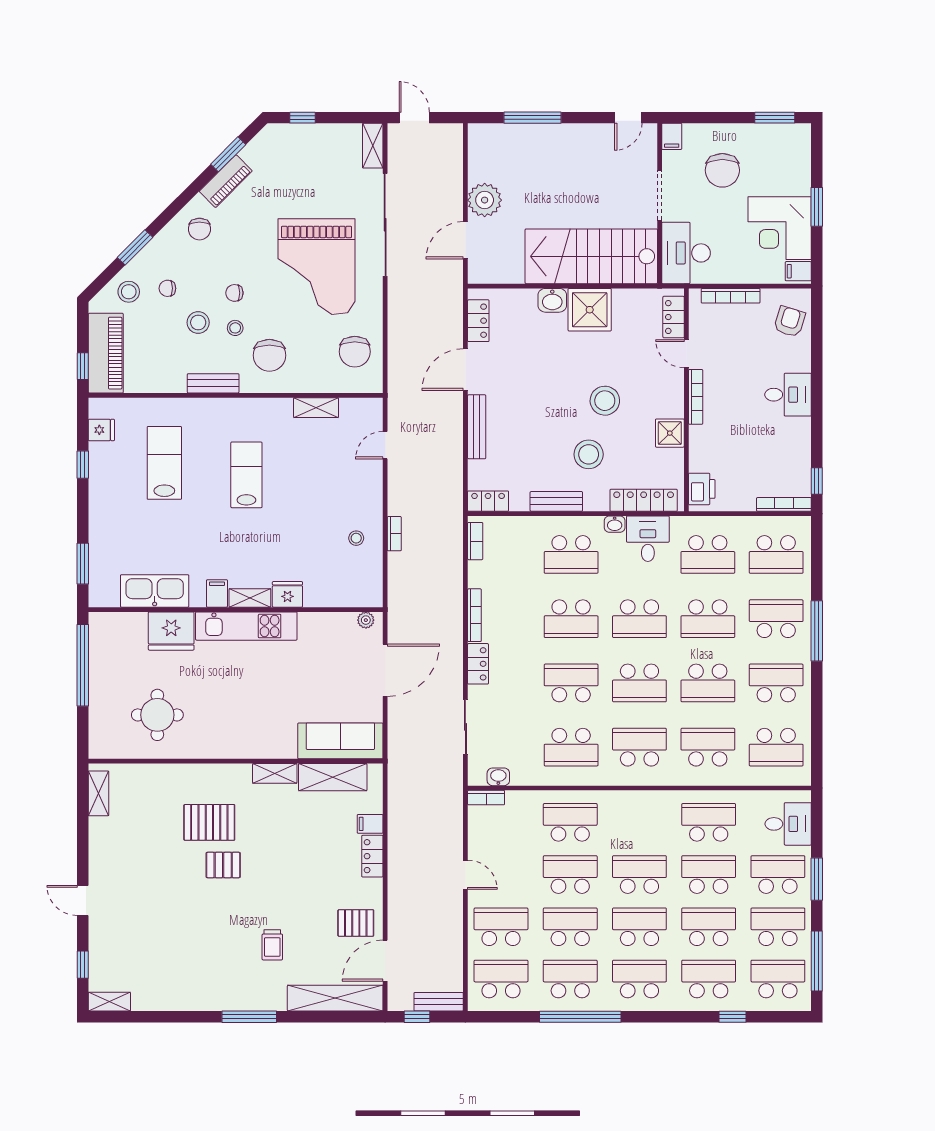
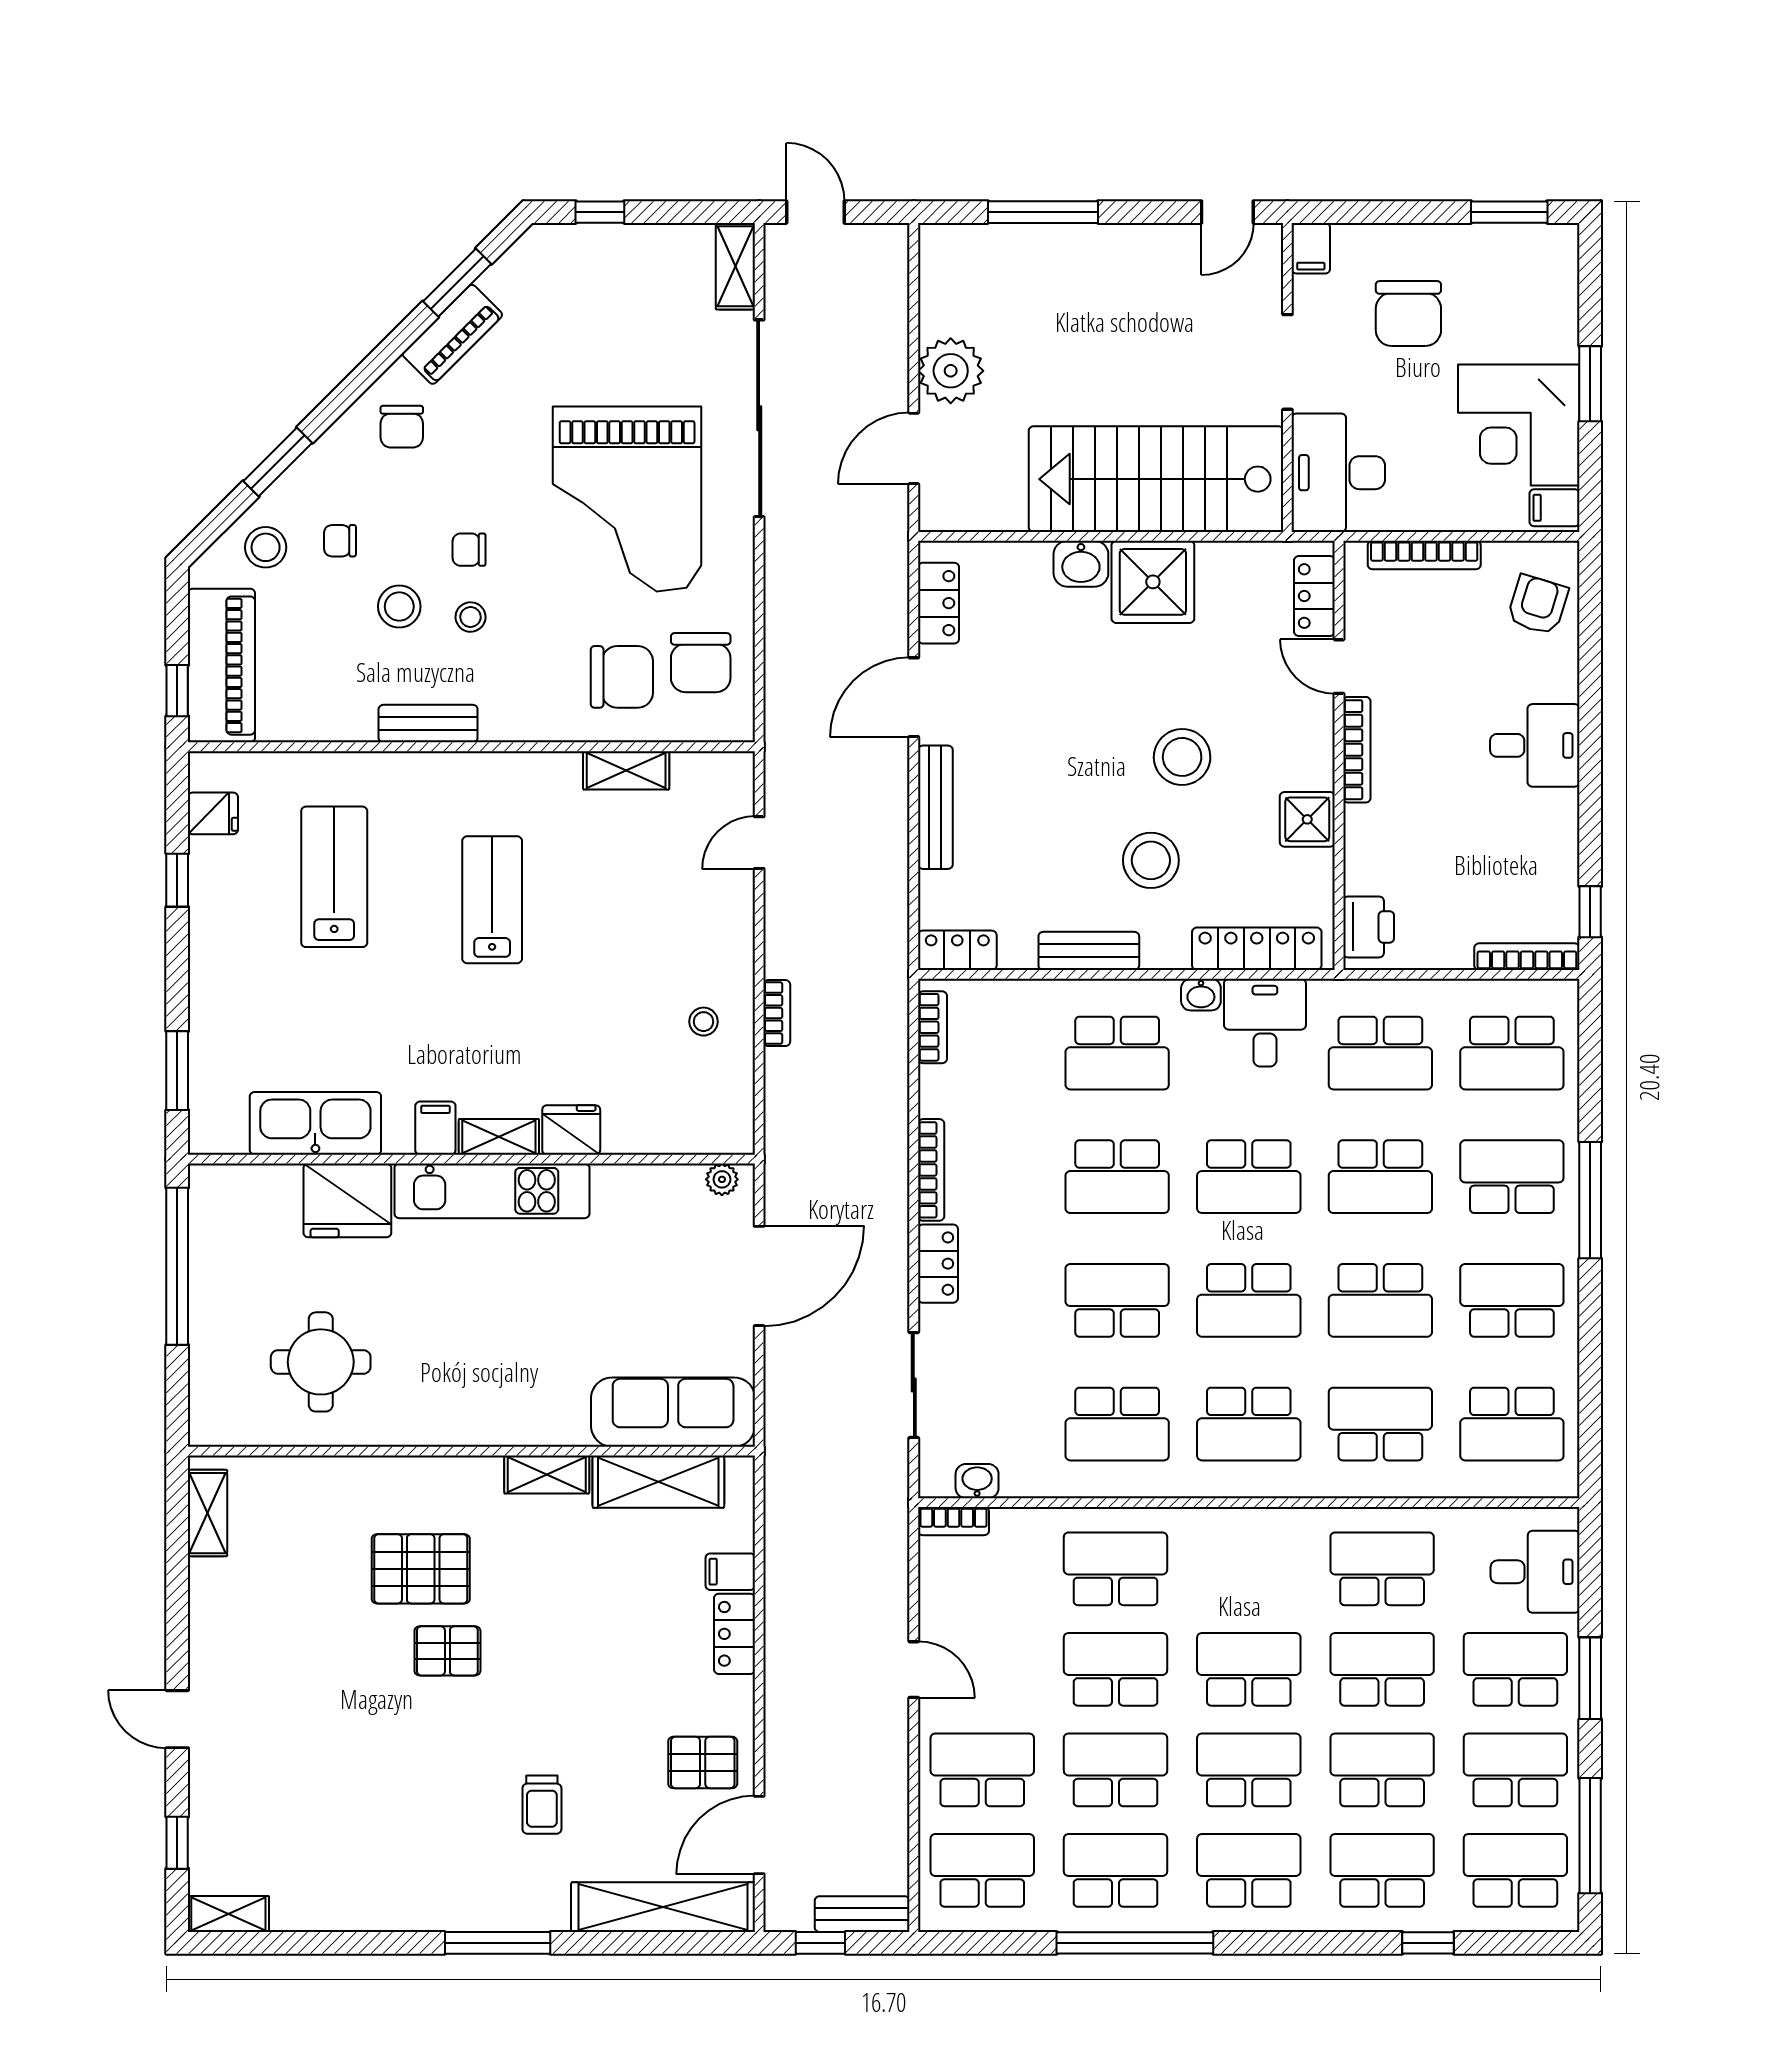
chair: (269, 355) -> (622, 677), moved, turned -90
school desk: (639, 747) -> (1249, 1424), turned 180

